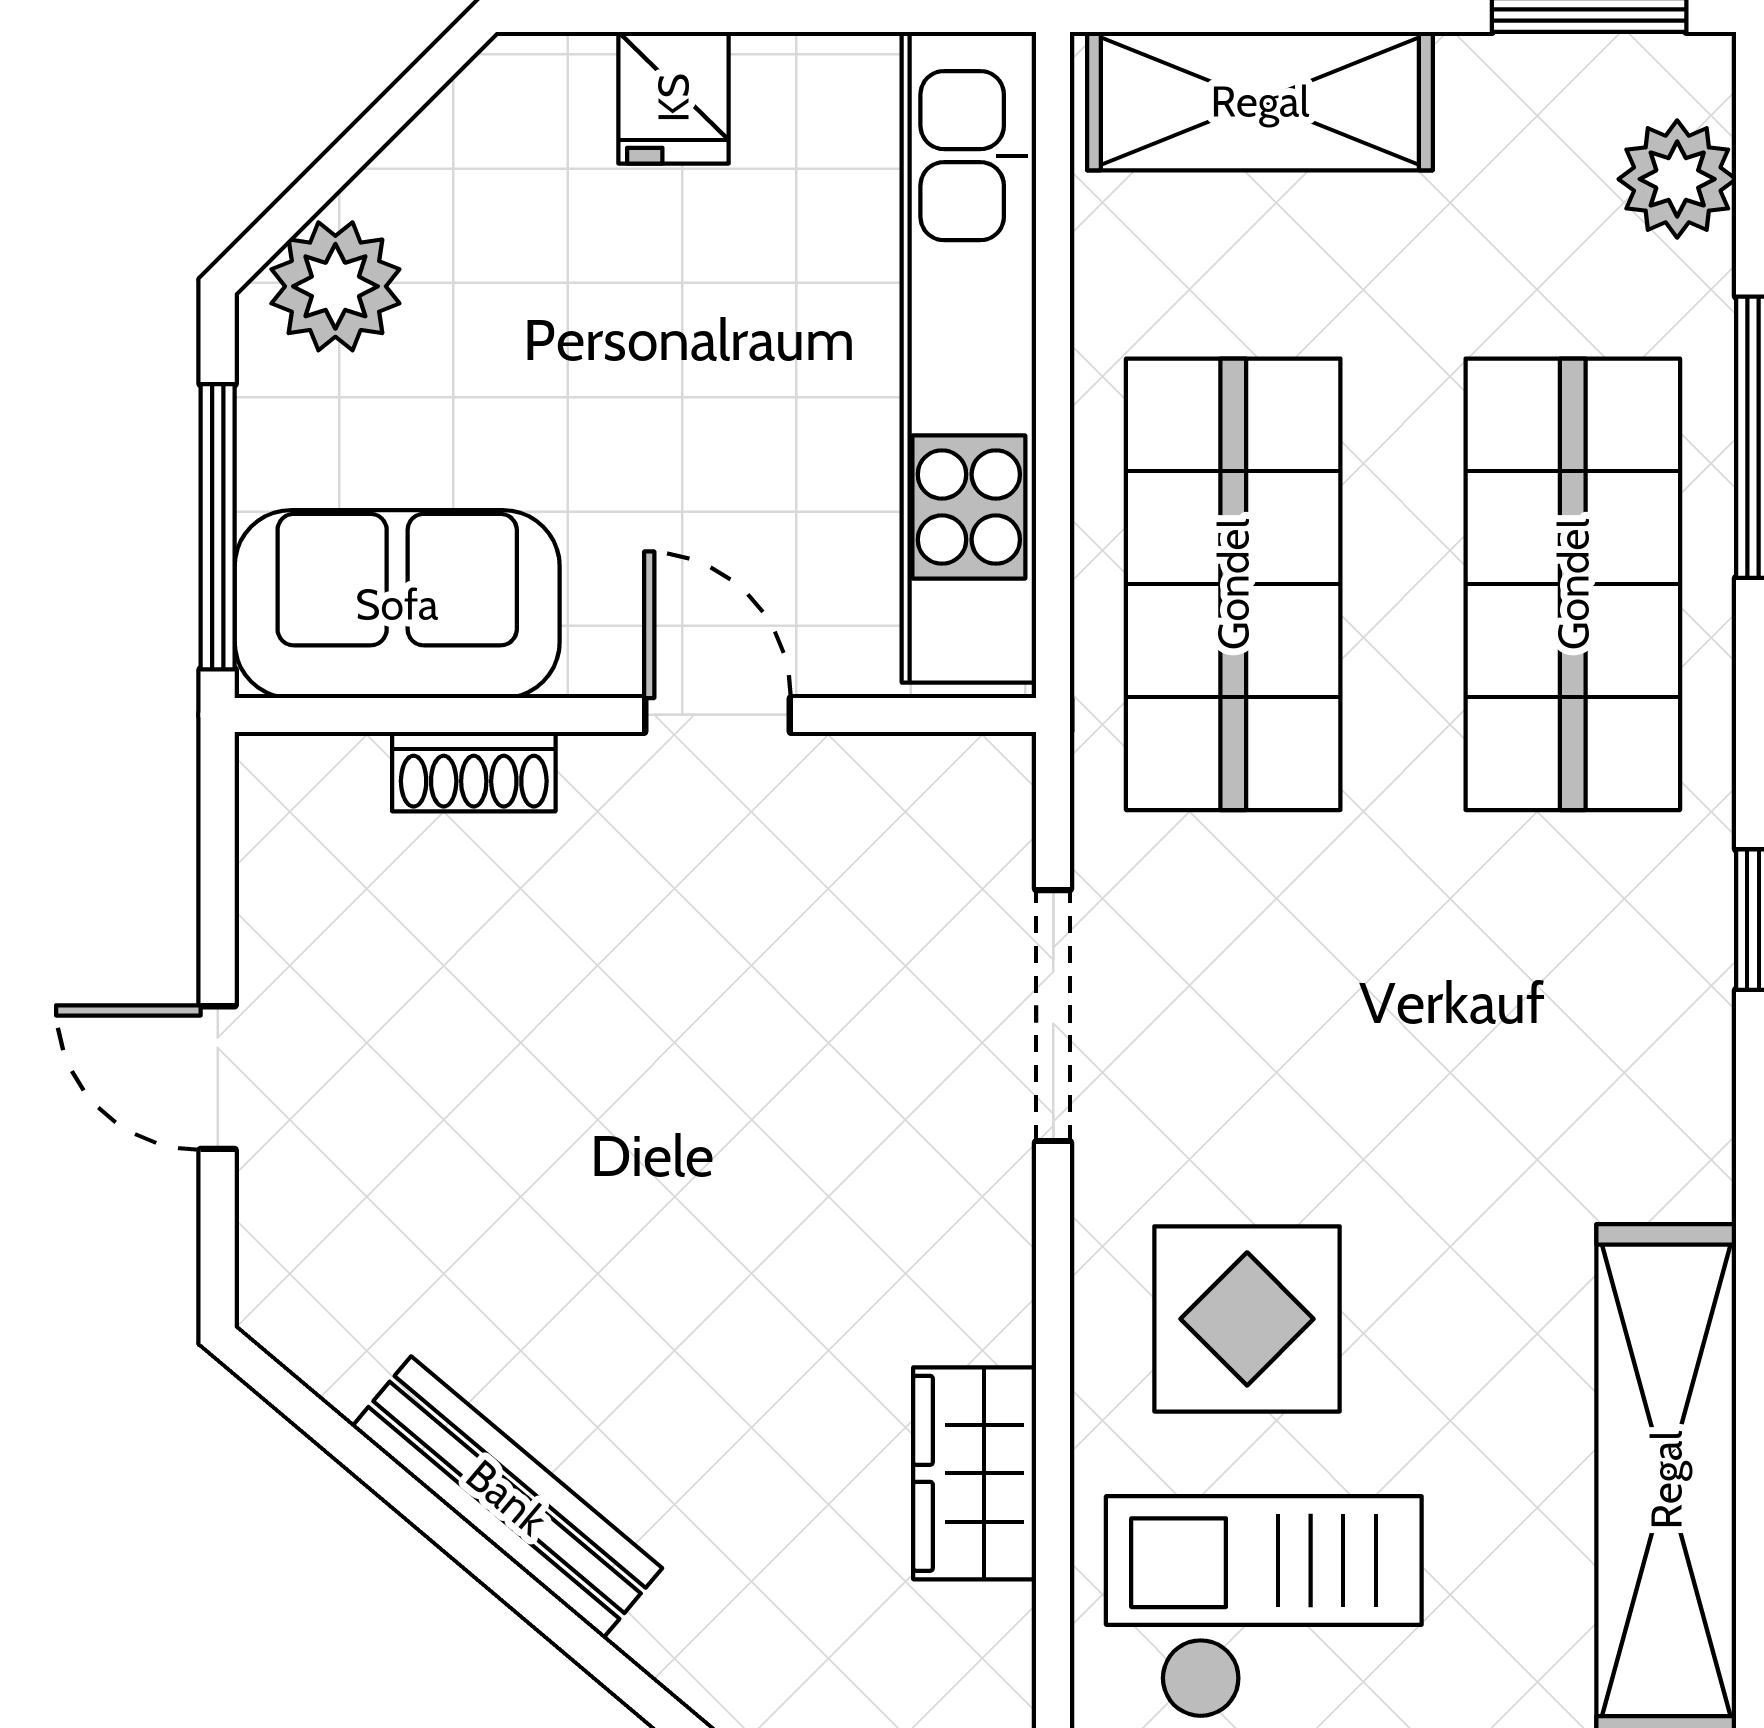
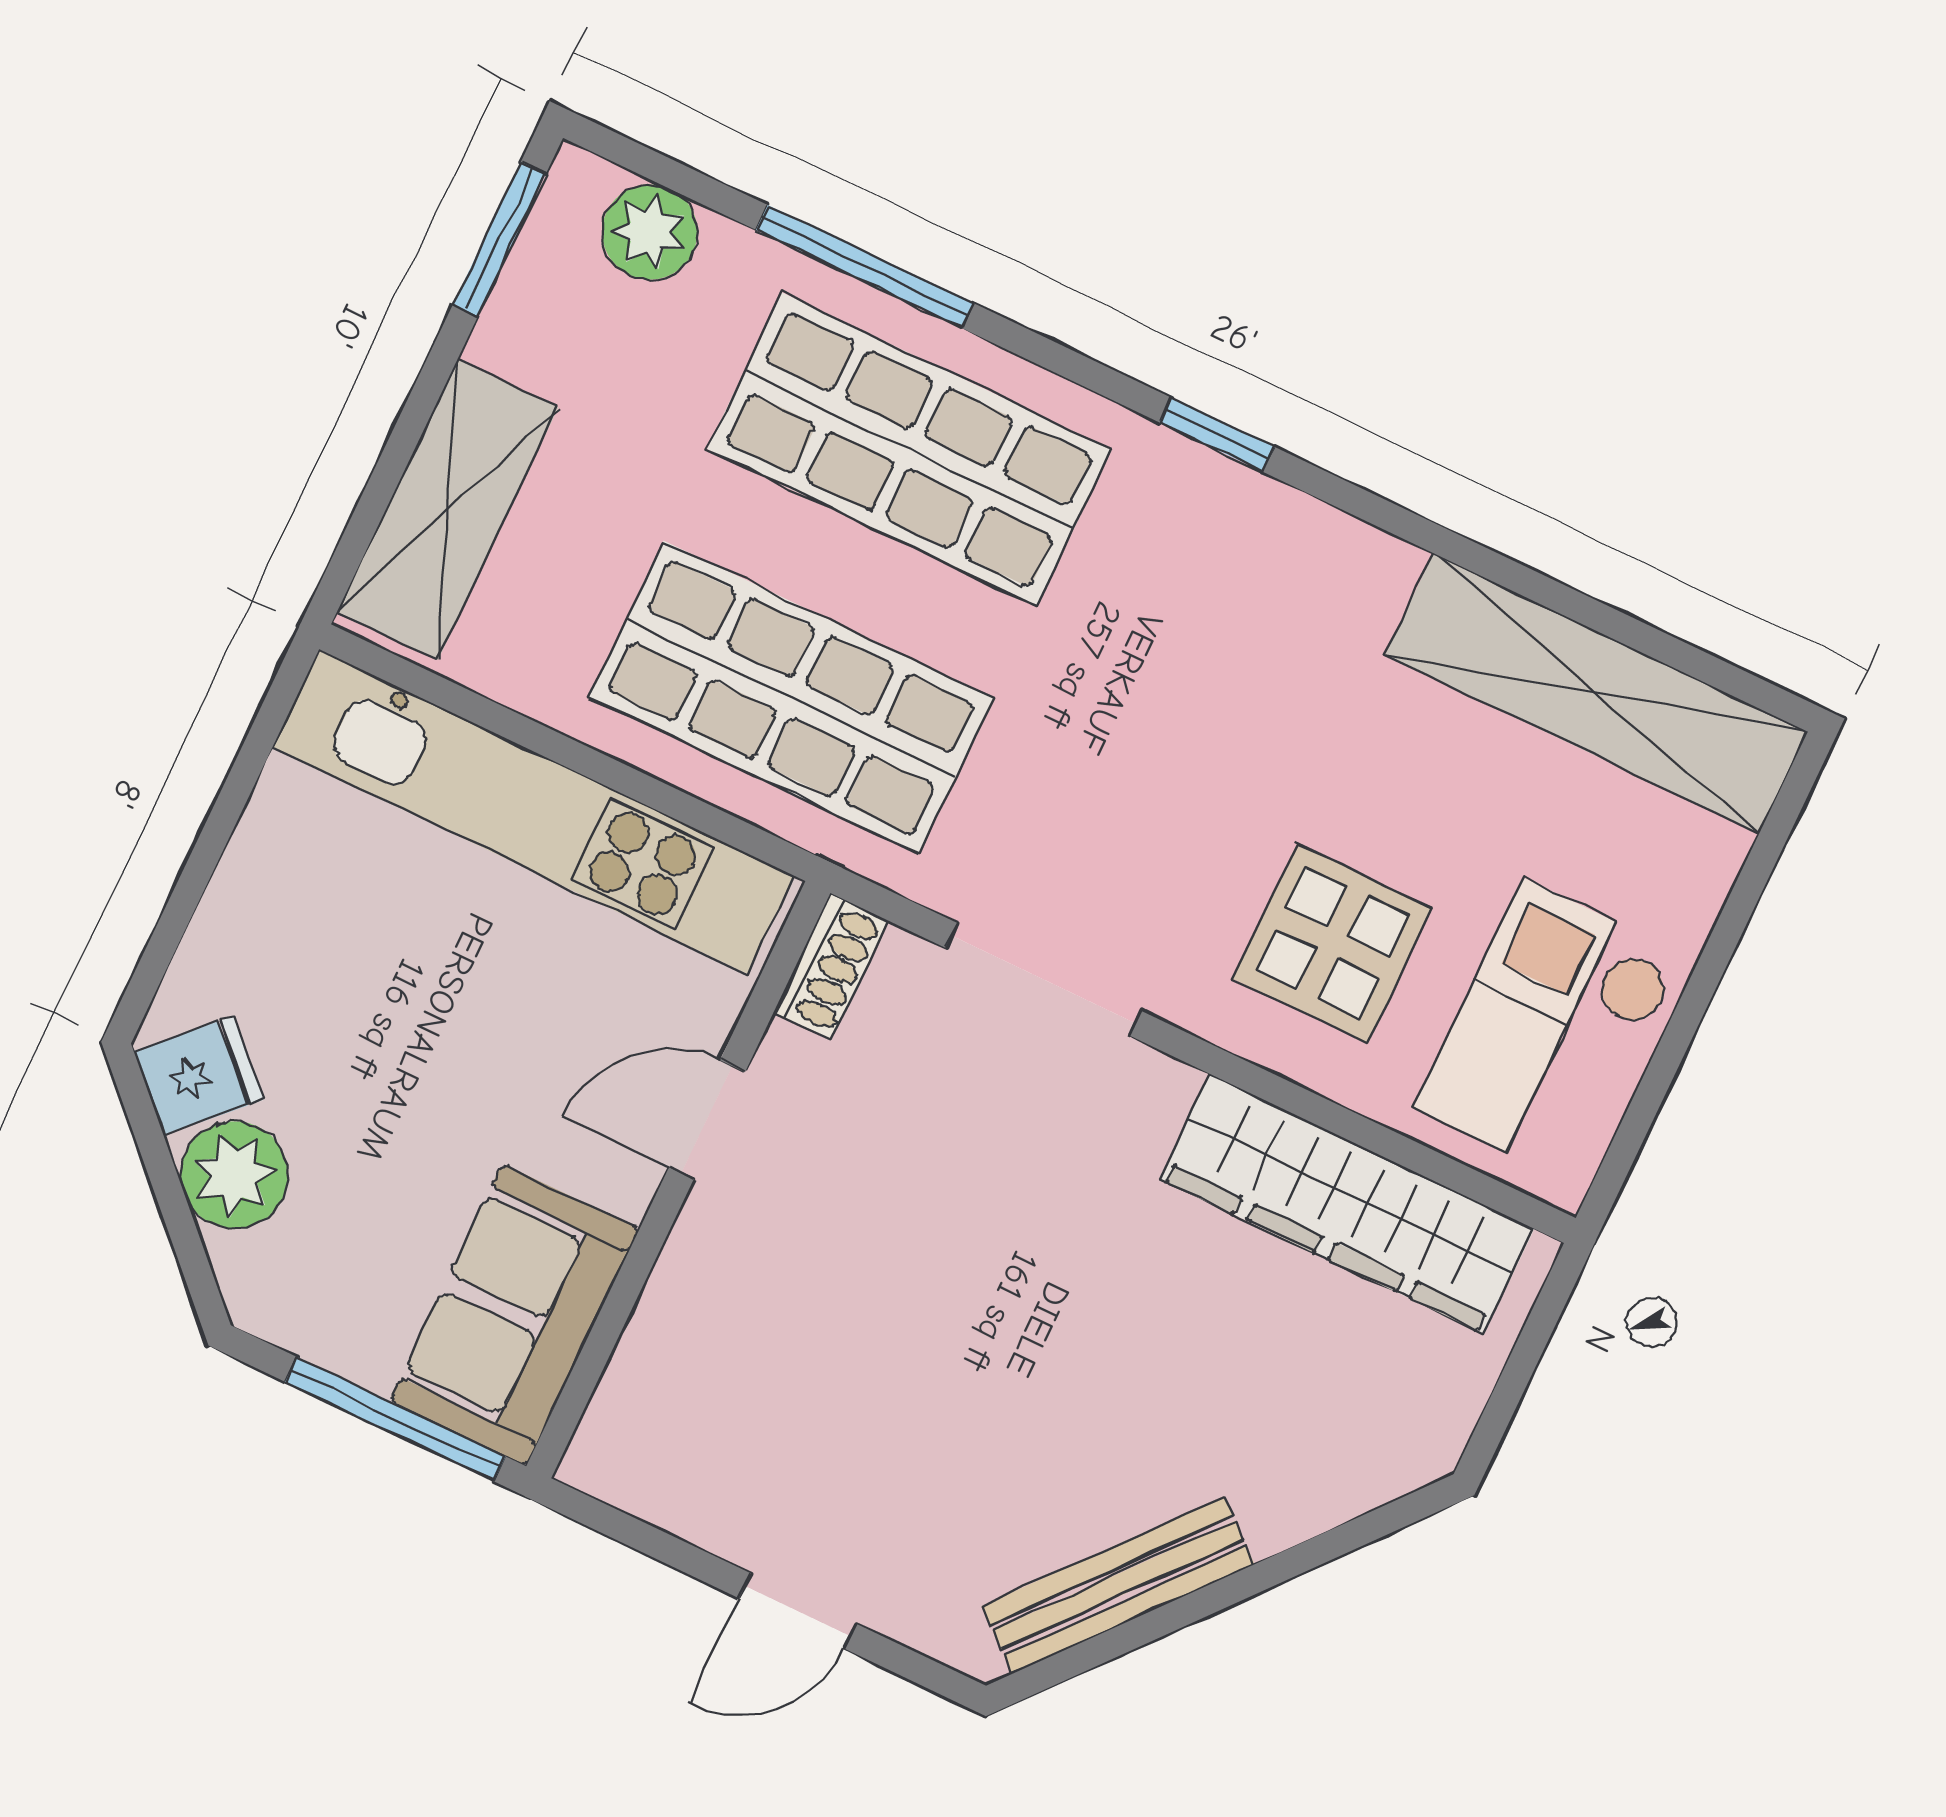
fridge: (673, 98) -> (199, 1076), moved, turned -45
plant: (335, 286) -> (234, 1175), moved
shoe rack: (474, 772) -> (831, 966), moved
wardrobe: (975, 1473) -> (1347, 1204), width x2.10, depth x1.17
bench: (507, 1497) -> (1118, 1585), moved

